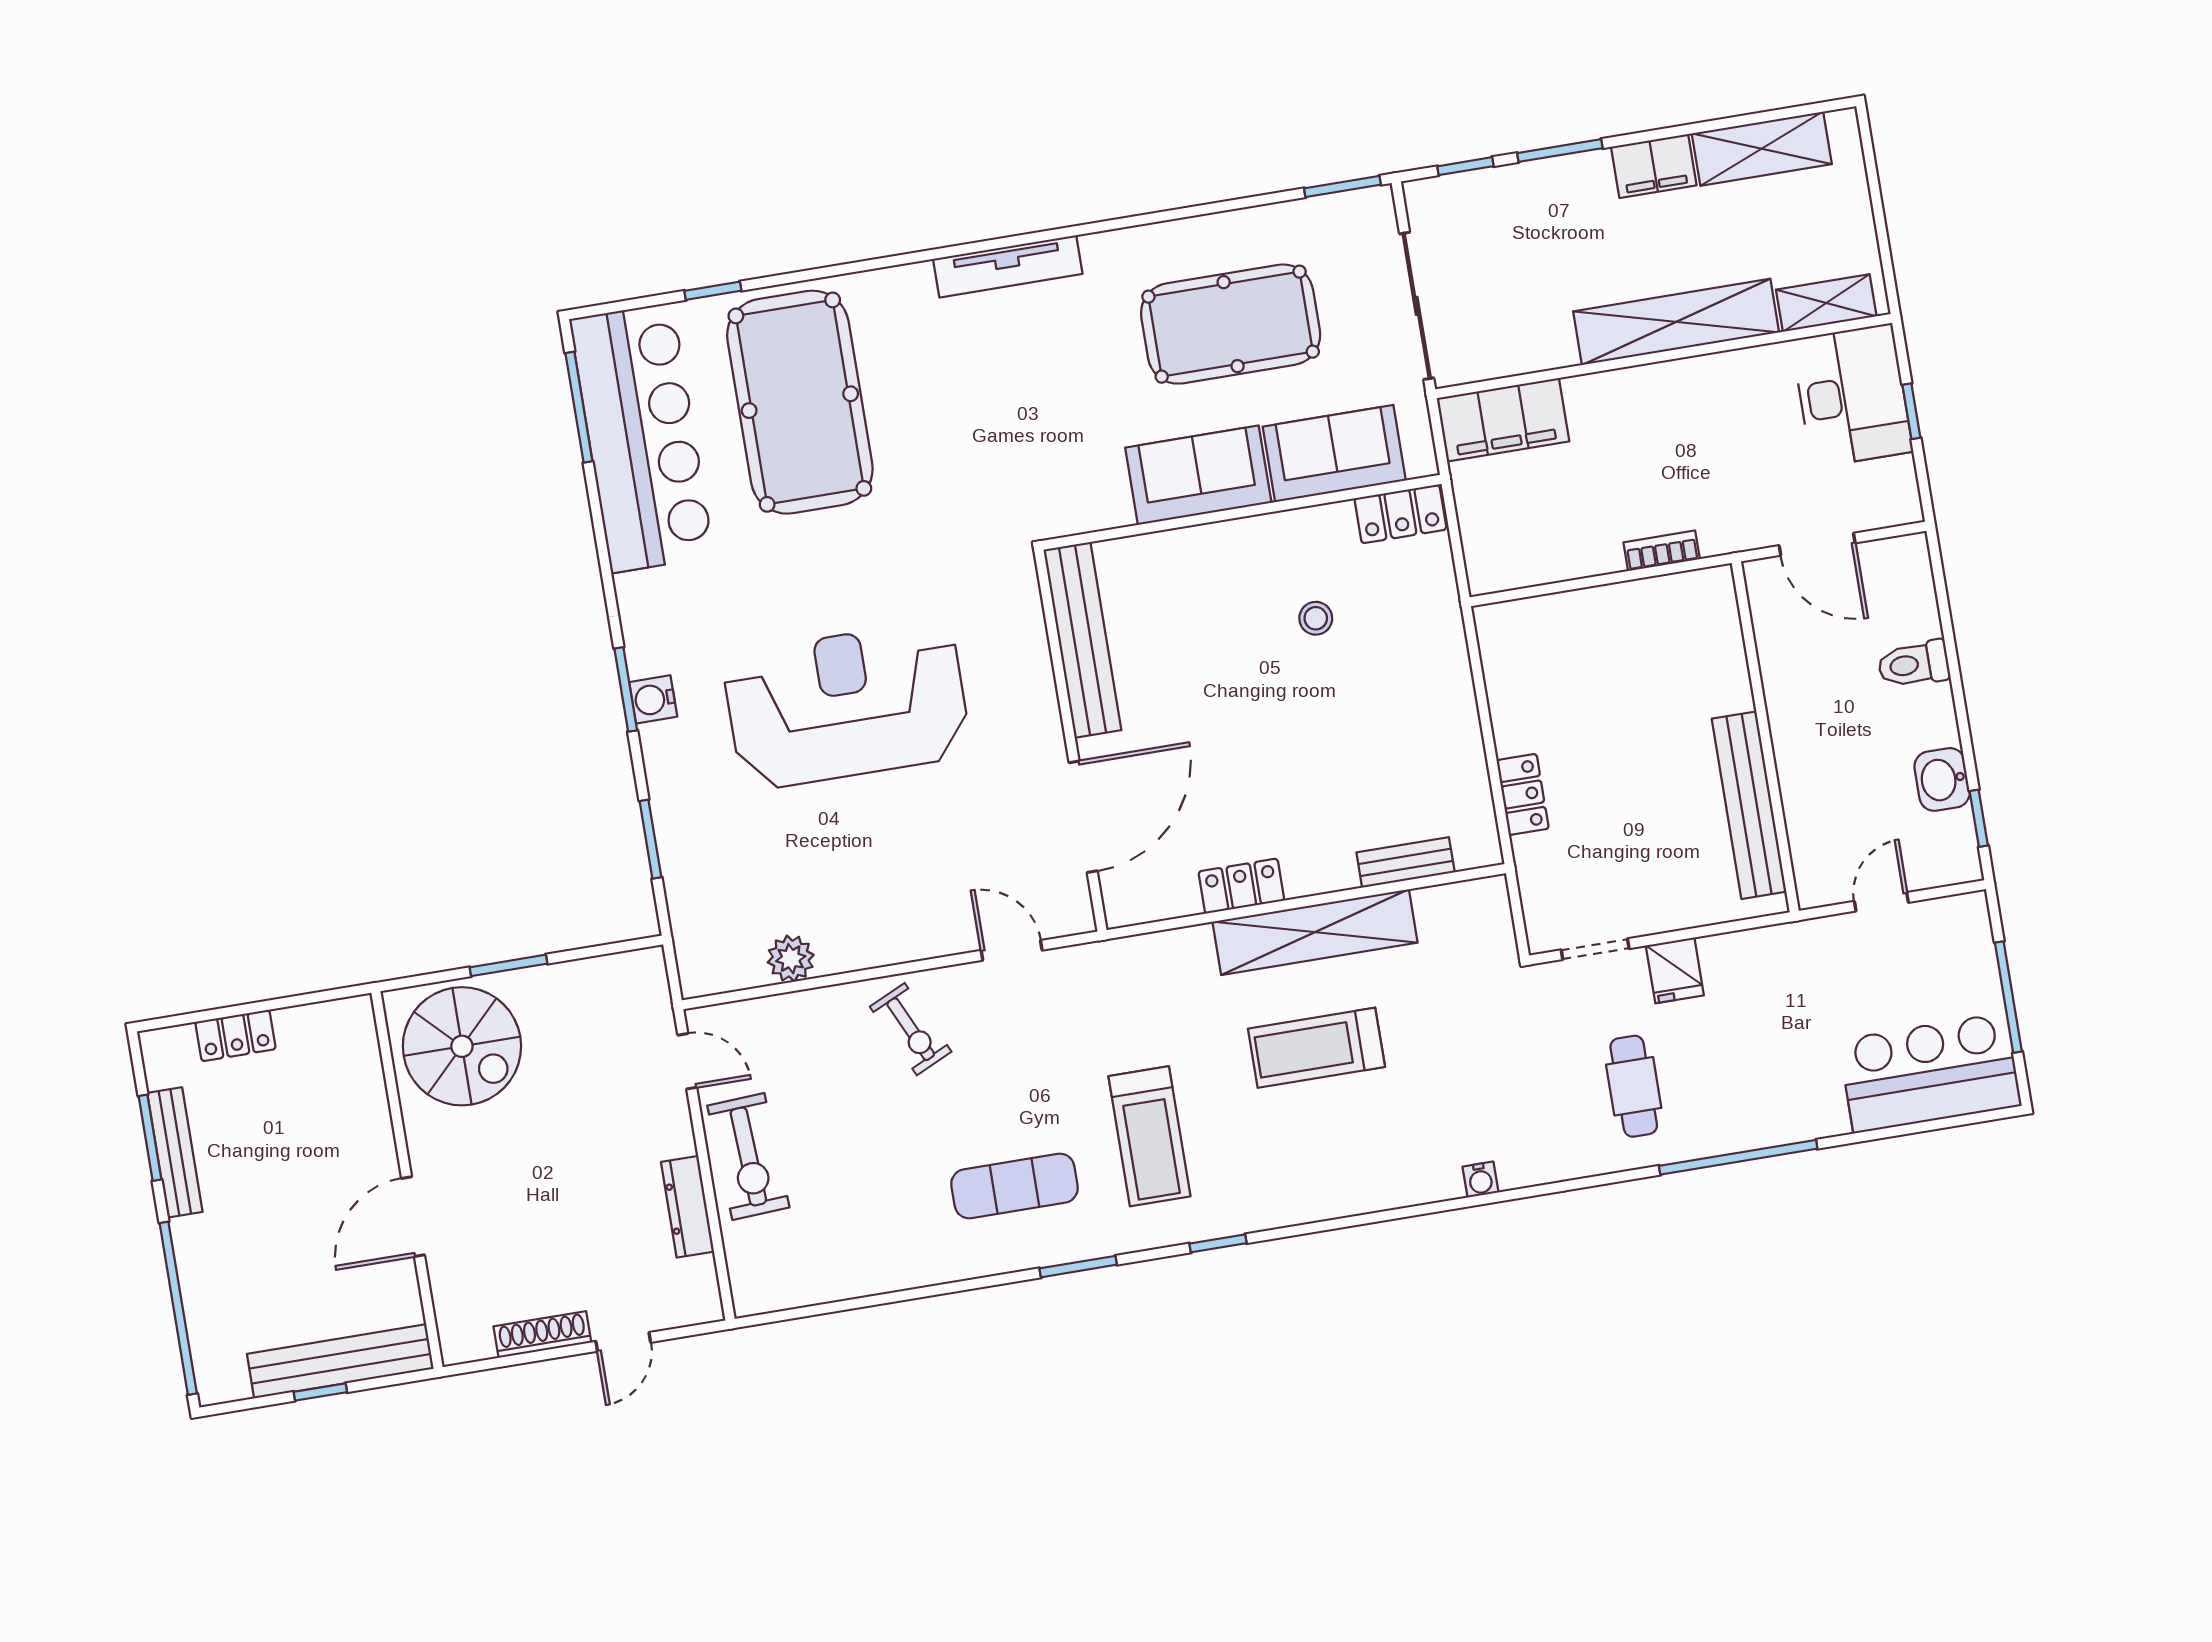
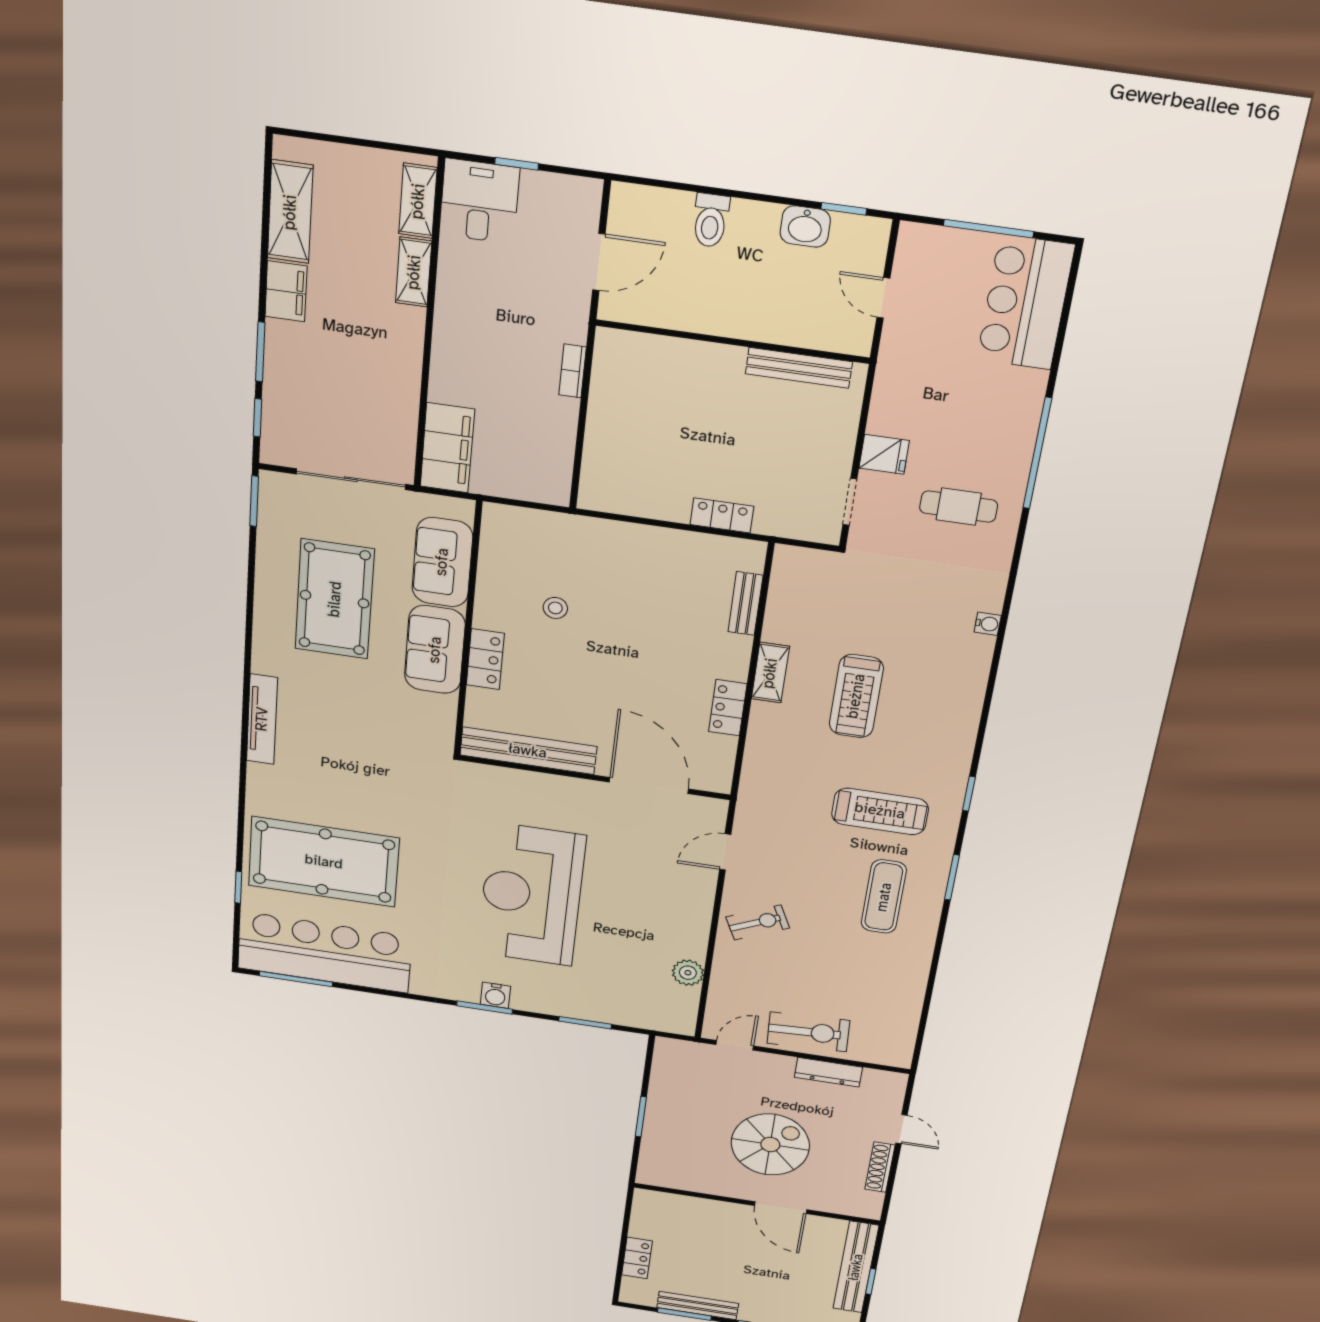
shelving: (1676, 322) -> (414, 272), width x0.45, depth x0.75
desk: (1852, 396) -> (479, 201), width x0.73
locker: (1400, 514) -> (485, 659), moved
bench: (1749, 805) -> (799, 368), width x0.73, depth x0.82
shelving: (1315, 932) -> (770, 673), width x0.45, depth x0.75
spiral stairs: (462, 1046) -> (770, 1144), moved

